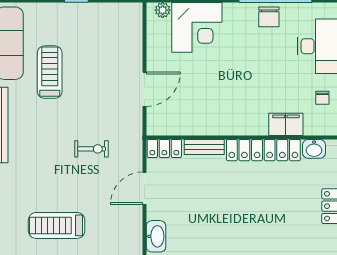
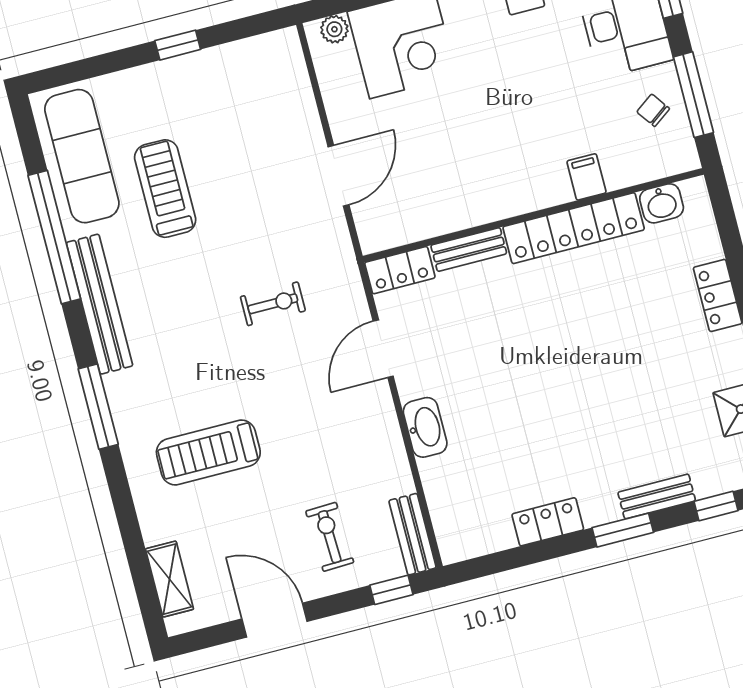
chair: (322, 98) -> (653, 110), turned 144
filing cabinet: (286, 124) -> (586, 177), width x0.50
treadmill: (57, 225) -> (208, 452), moved

